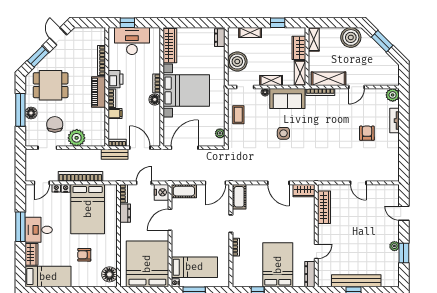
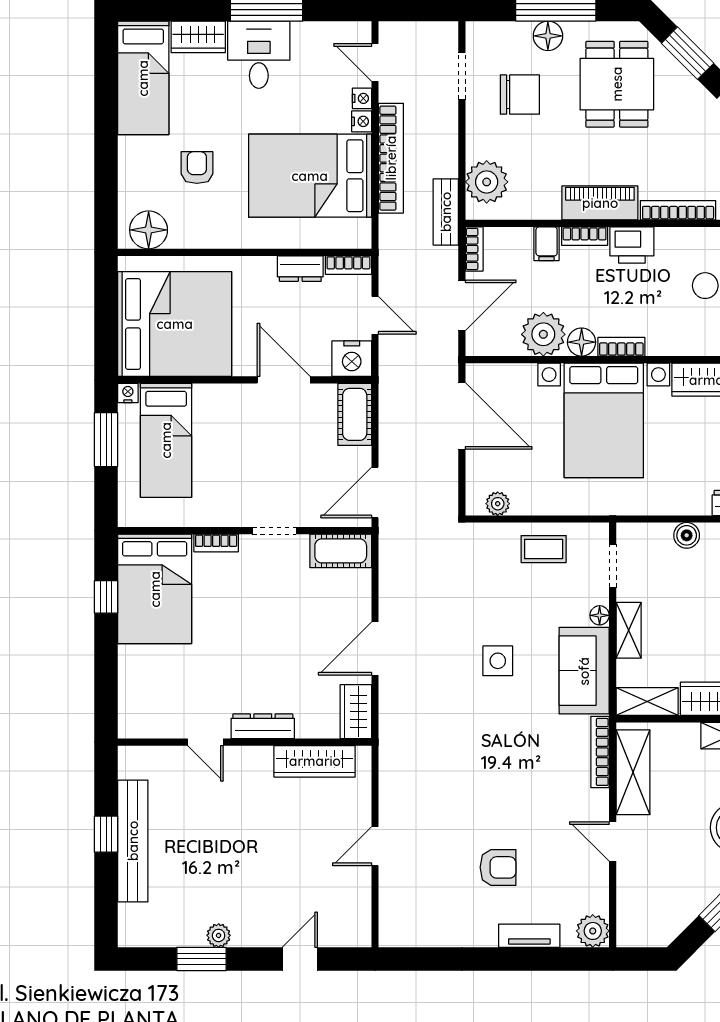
boiler: (237, 62) -> (687, 535), width x0.54, depth x0.54
plant: (152, 115) -> (543, 334), added
plant: (77, 138) -> (487, 182), moved
bench: (115, 154) -> (446, 212), moved
door: (215, 183) -> (375, 492), hinge flipped
bed: (278, 265) -> (155, 589), moved, turned 90
dresser: (310, 274) -> (263, 726), moved

